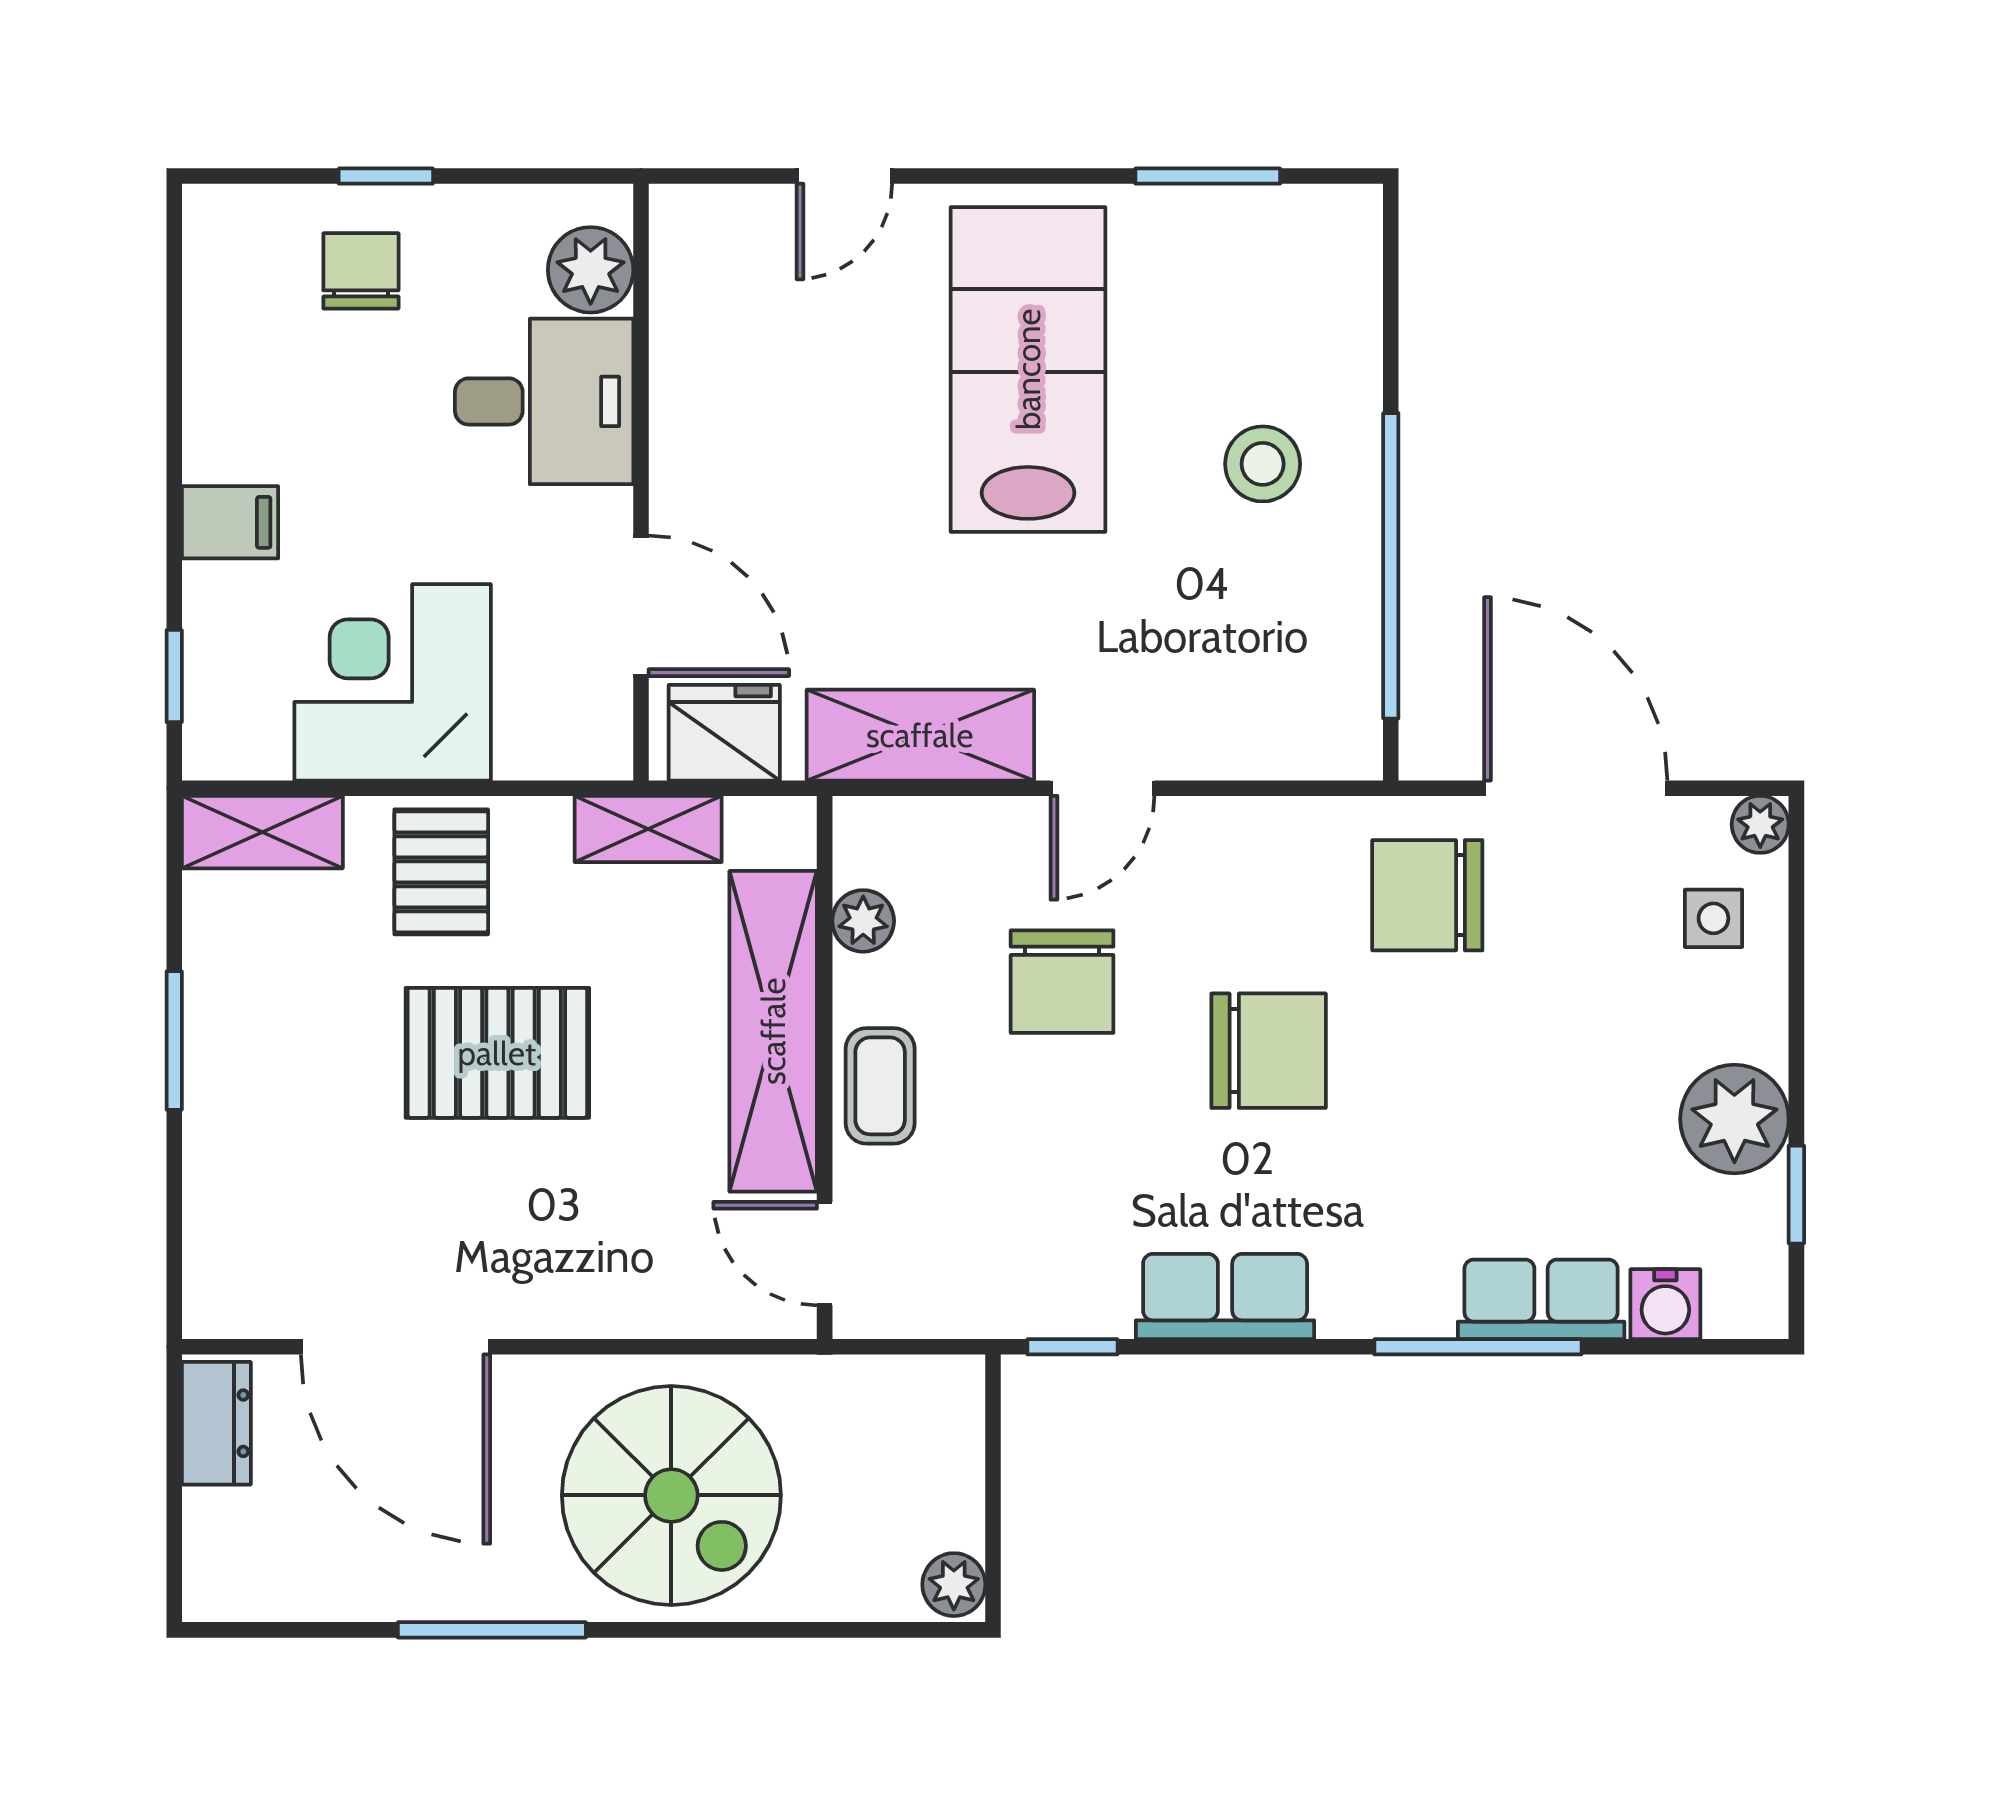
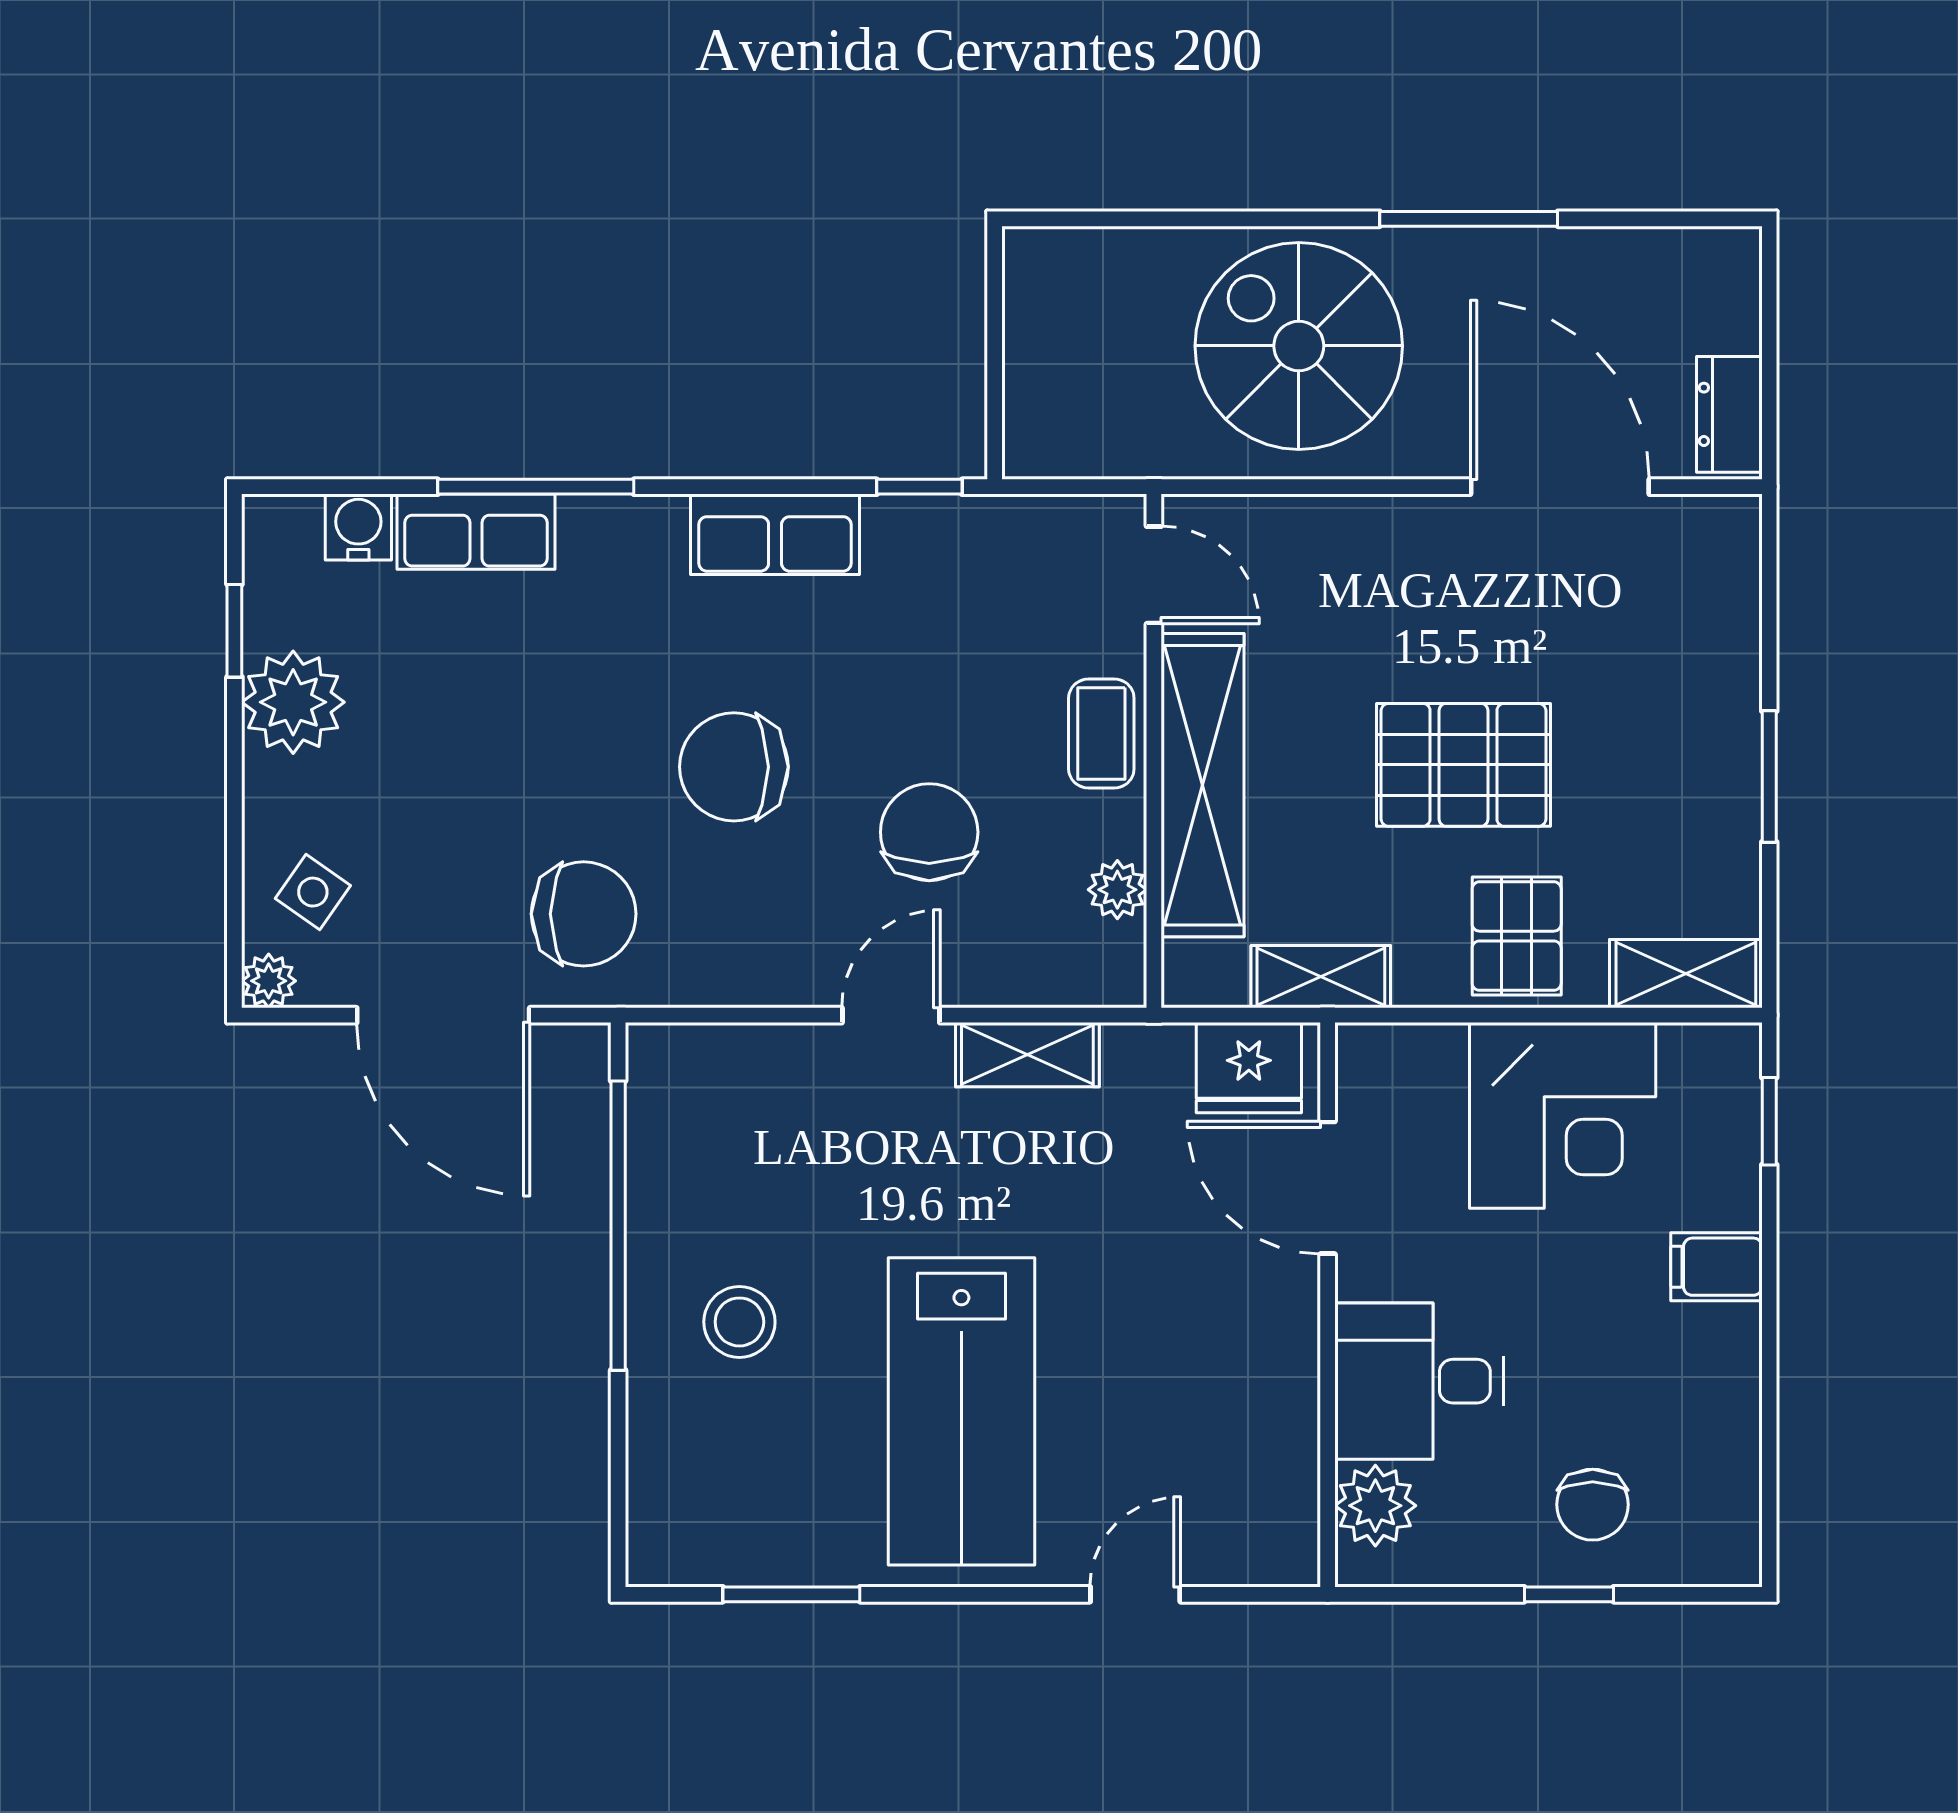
shelving: (920, 735) -> (1027, 1055), width x0.67, depth x0.75
side table: (1713, 918) -> (313, 892), turned 35
plant: (954, 1585) -> (1032, 262), removed

